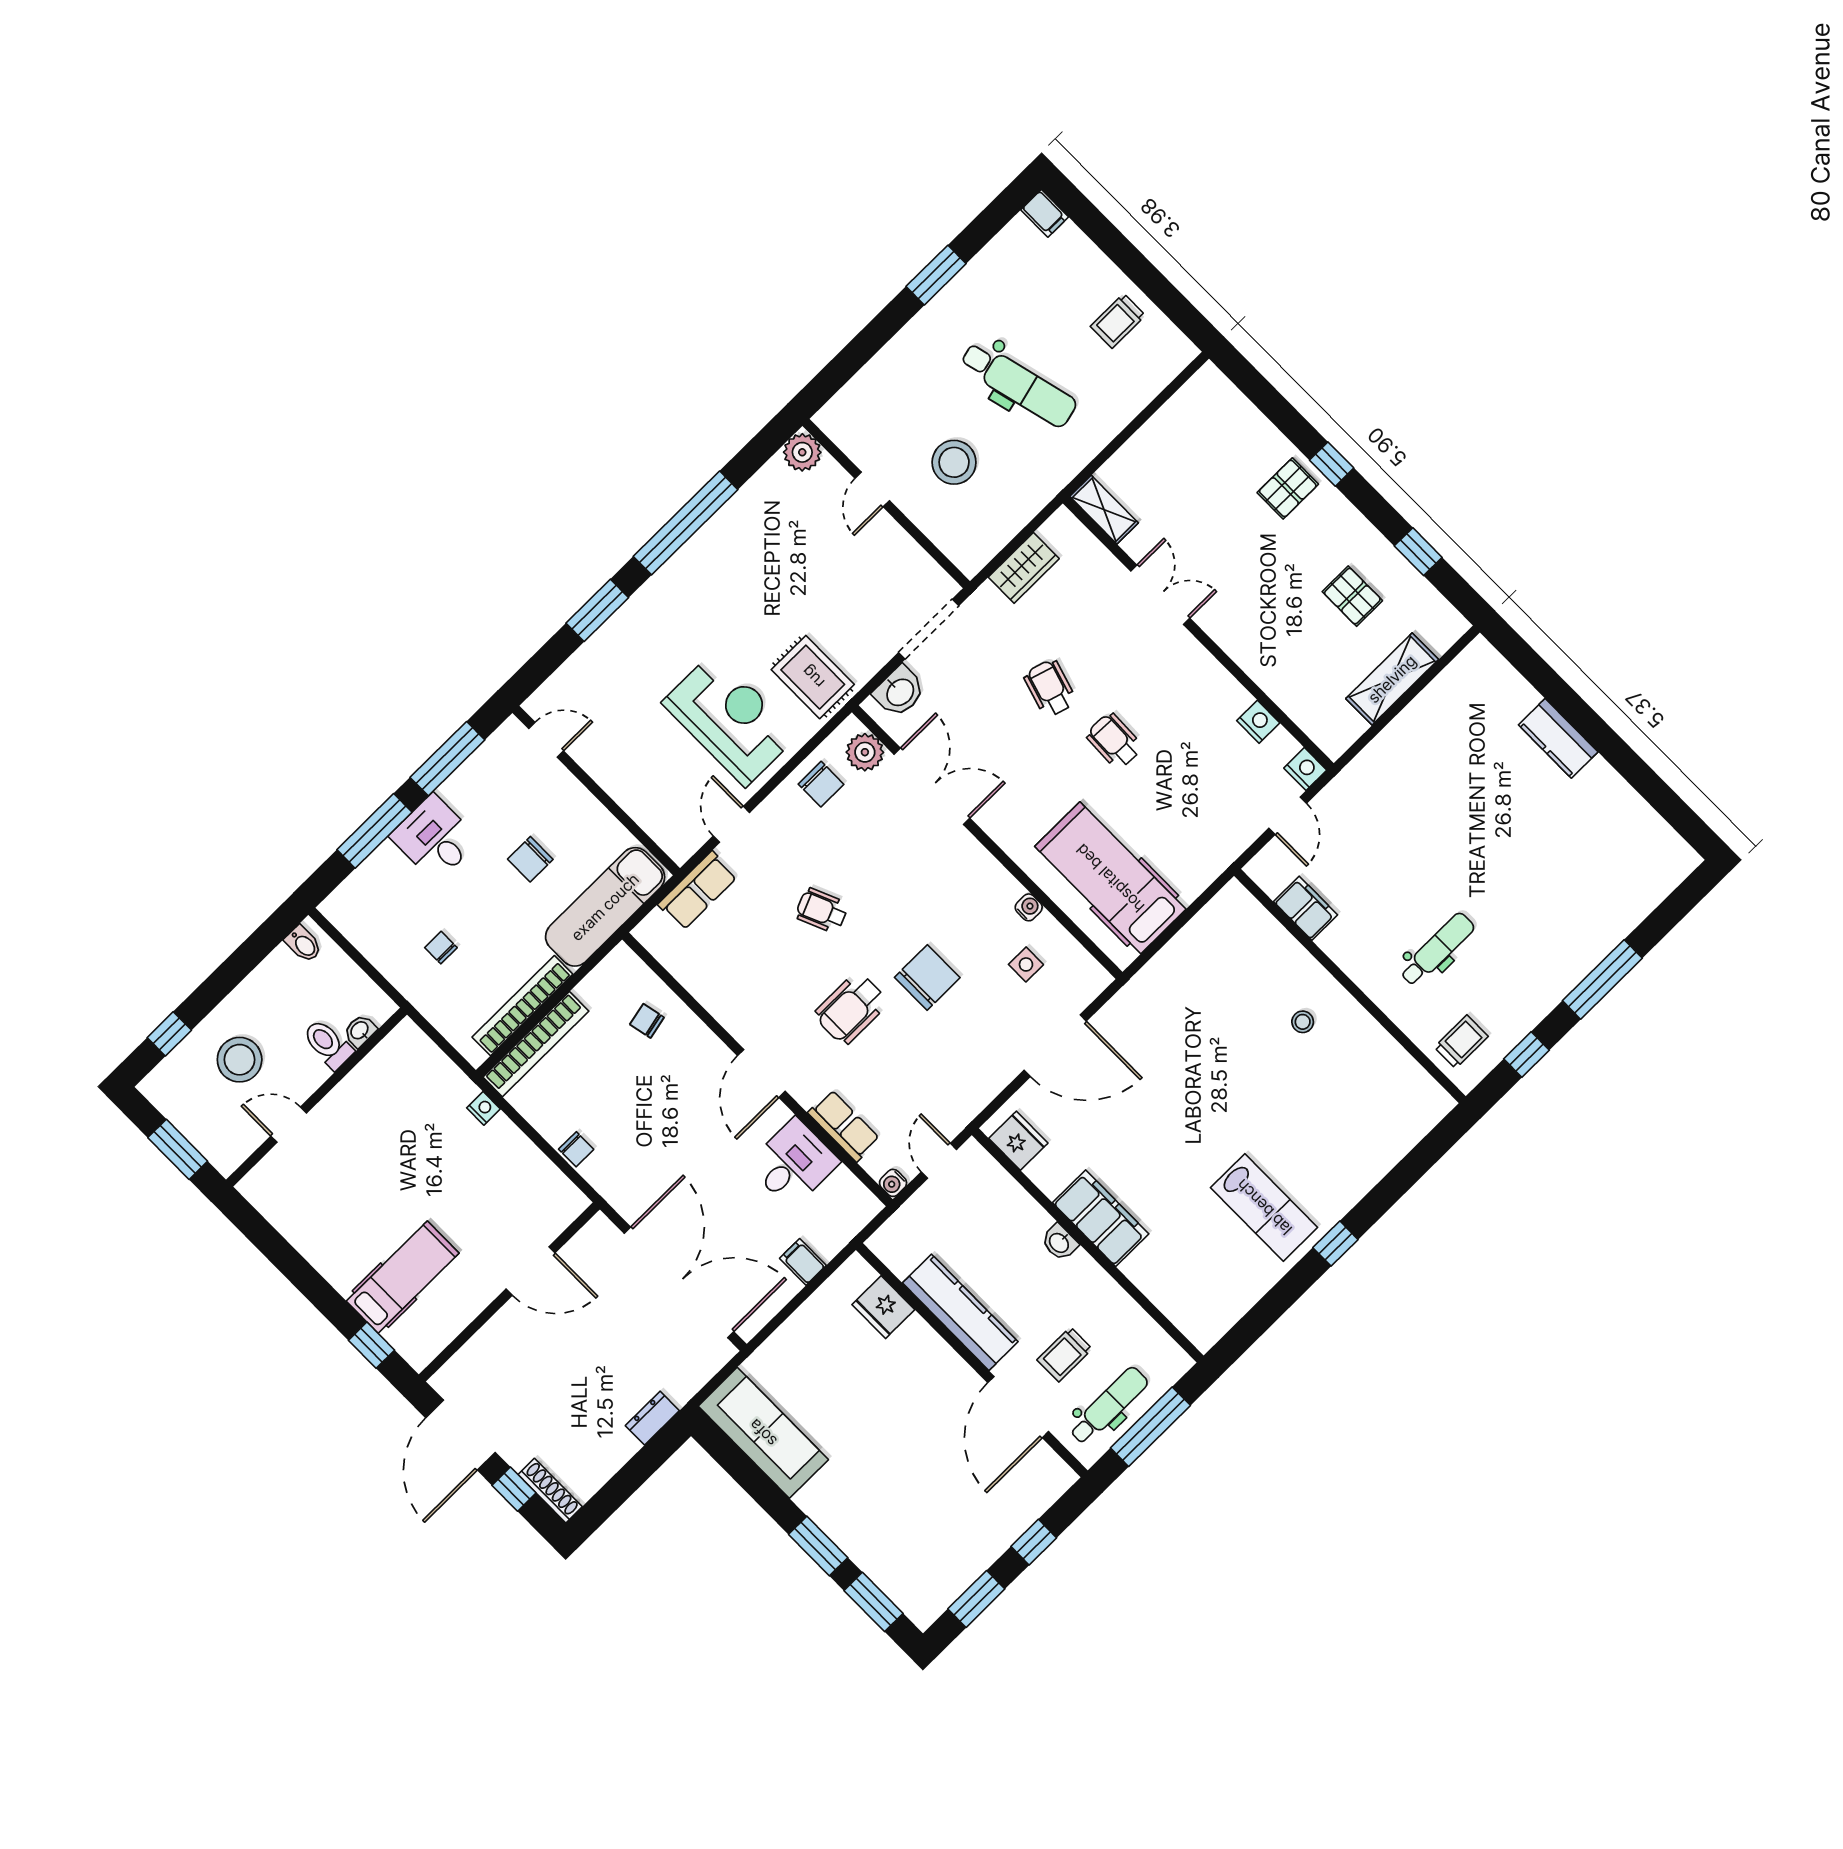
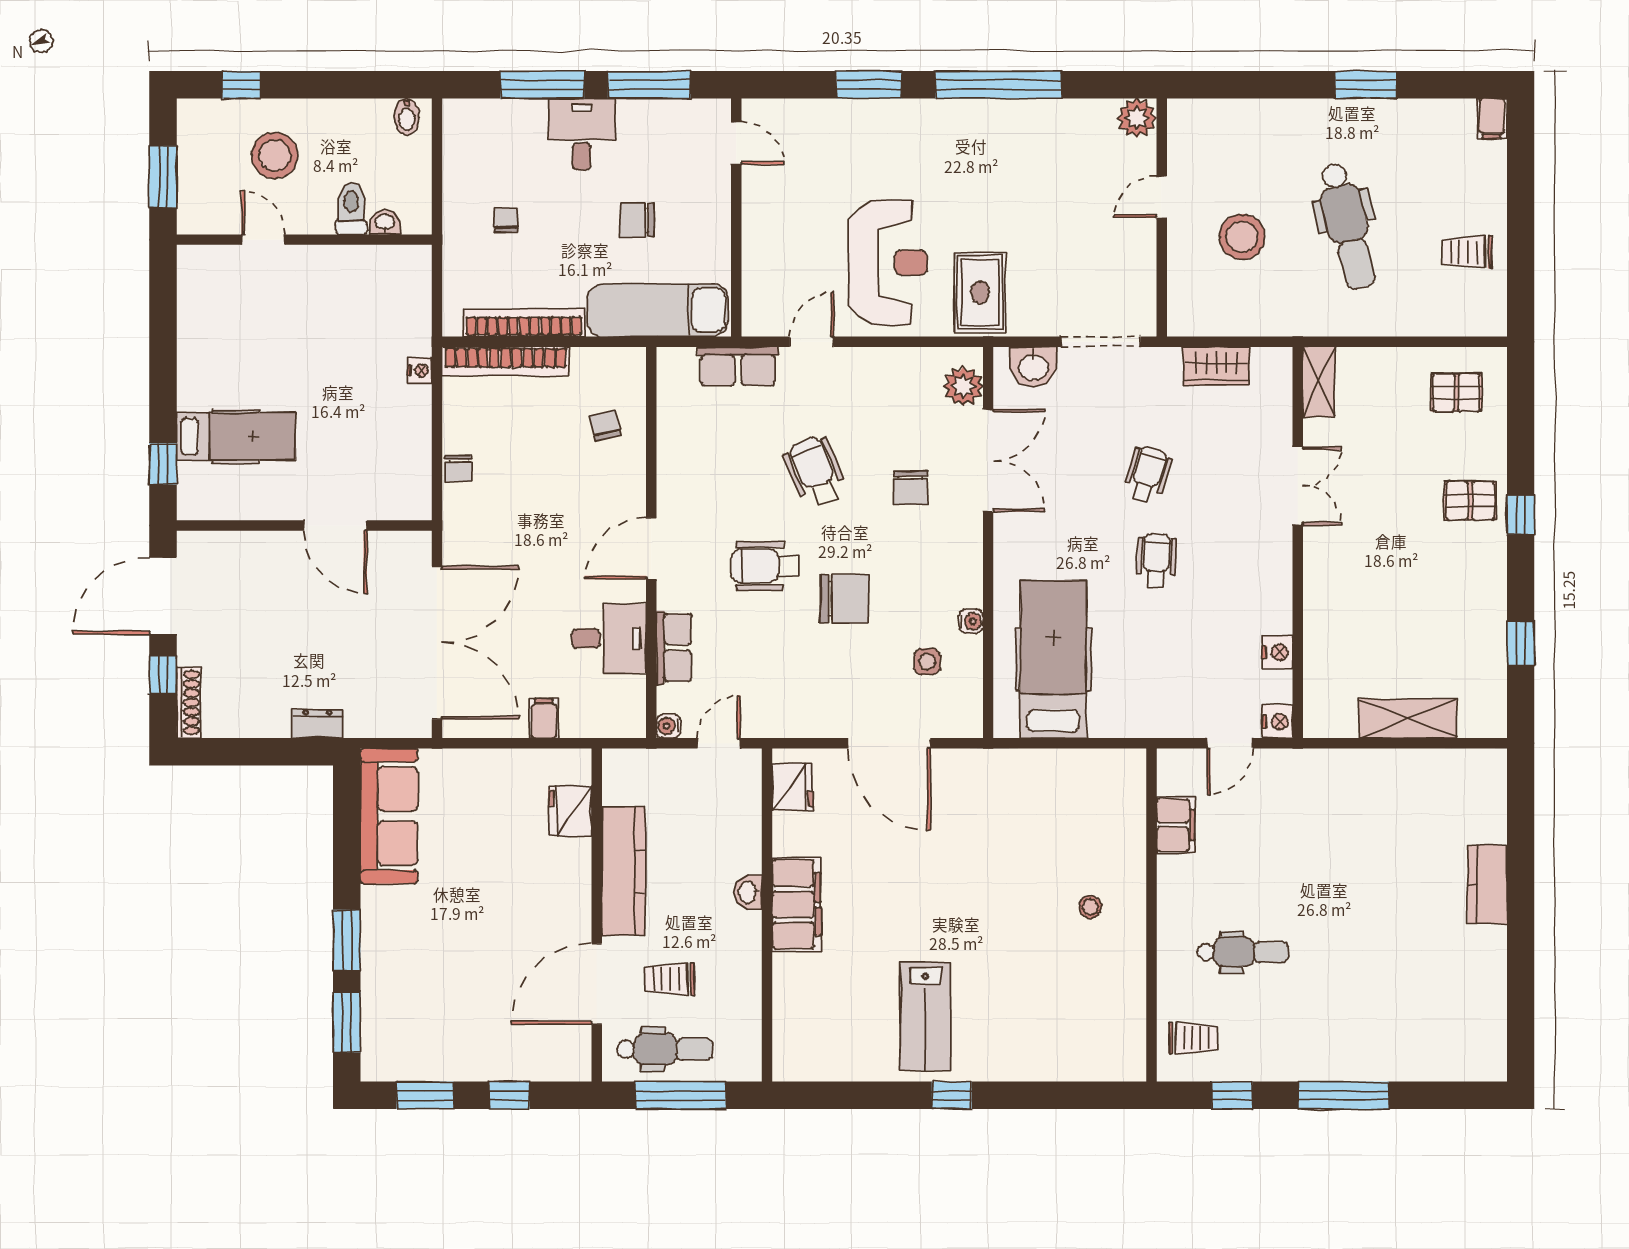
pallet: (1352, 596) -> (1456, 393), moved, turned 90
chair: (821, 784) -> (911, 488), moved
wheelchair: (822, 910) -> (815, 472), width x1.36, depth x1.37

